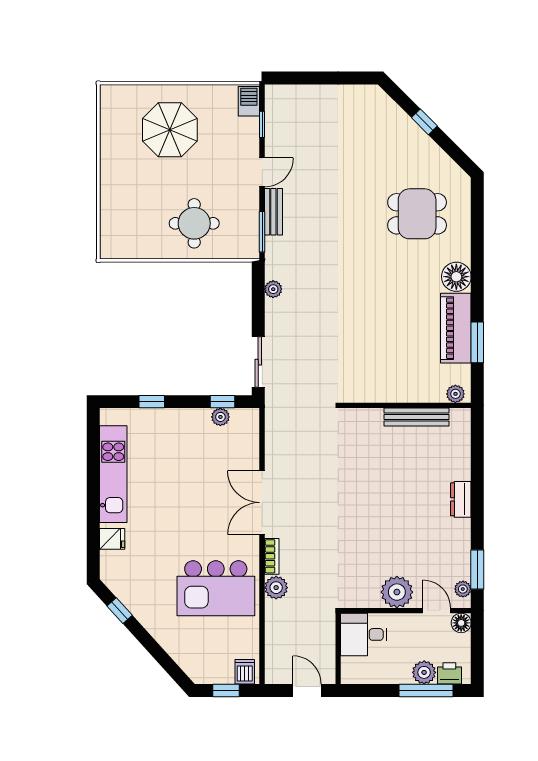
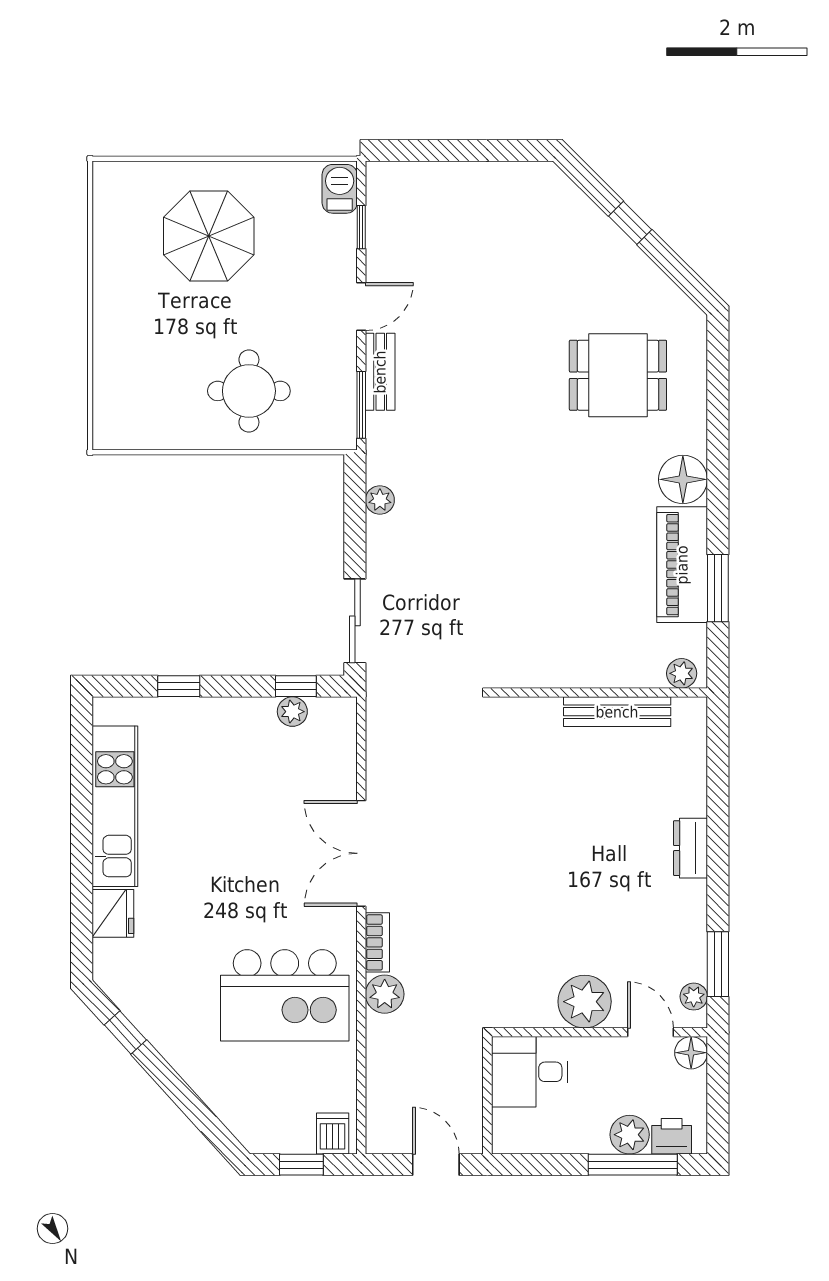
fridge: (112, 539) -> (113, 913), width x1.38

